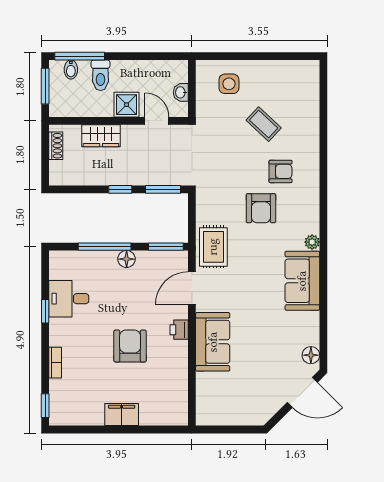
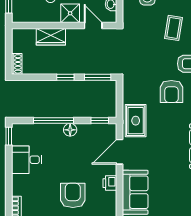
coffee table: (264, 124) -> (174, 28), turned 56
shoe rack: (56, 146) -> (17, 64), moved
window: (166, 247) -> (100, 120), width x0.67
window: (45, 311) -> (9, 136), moved

